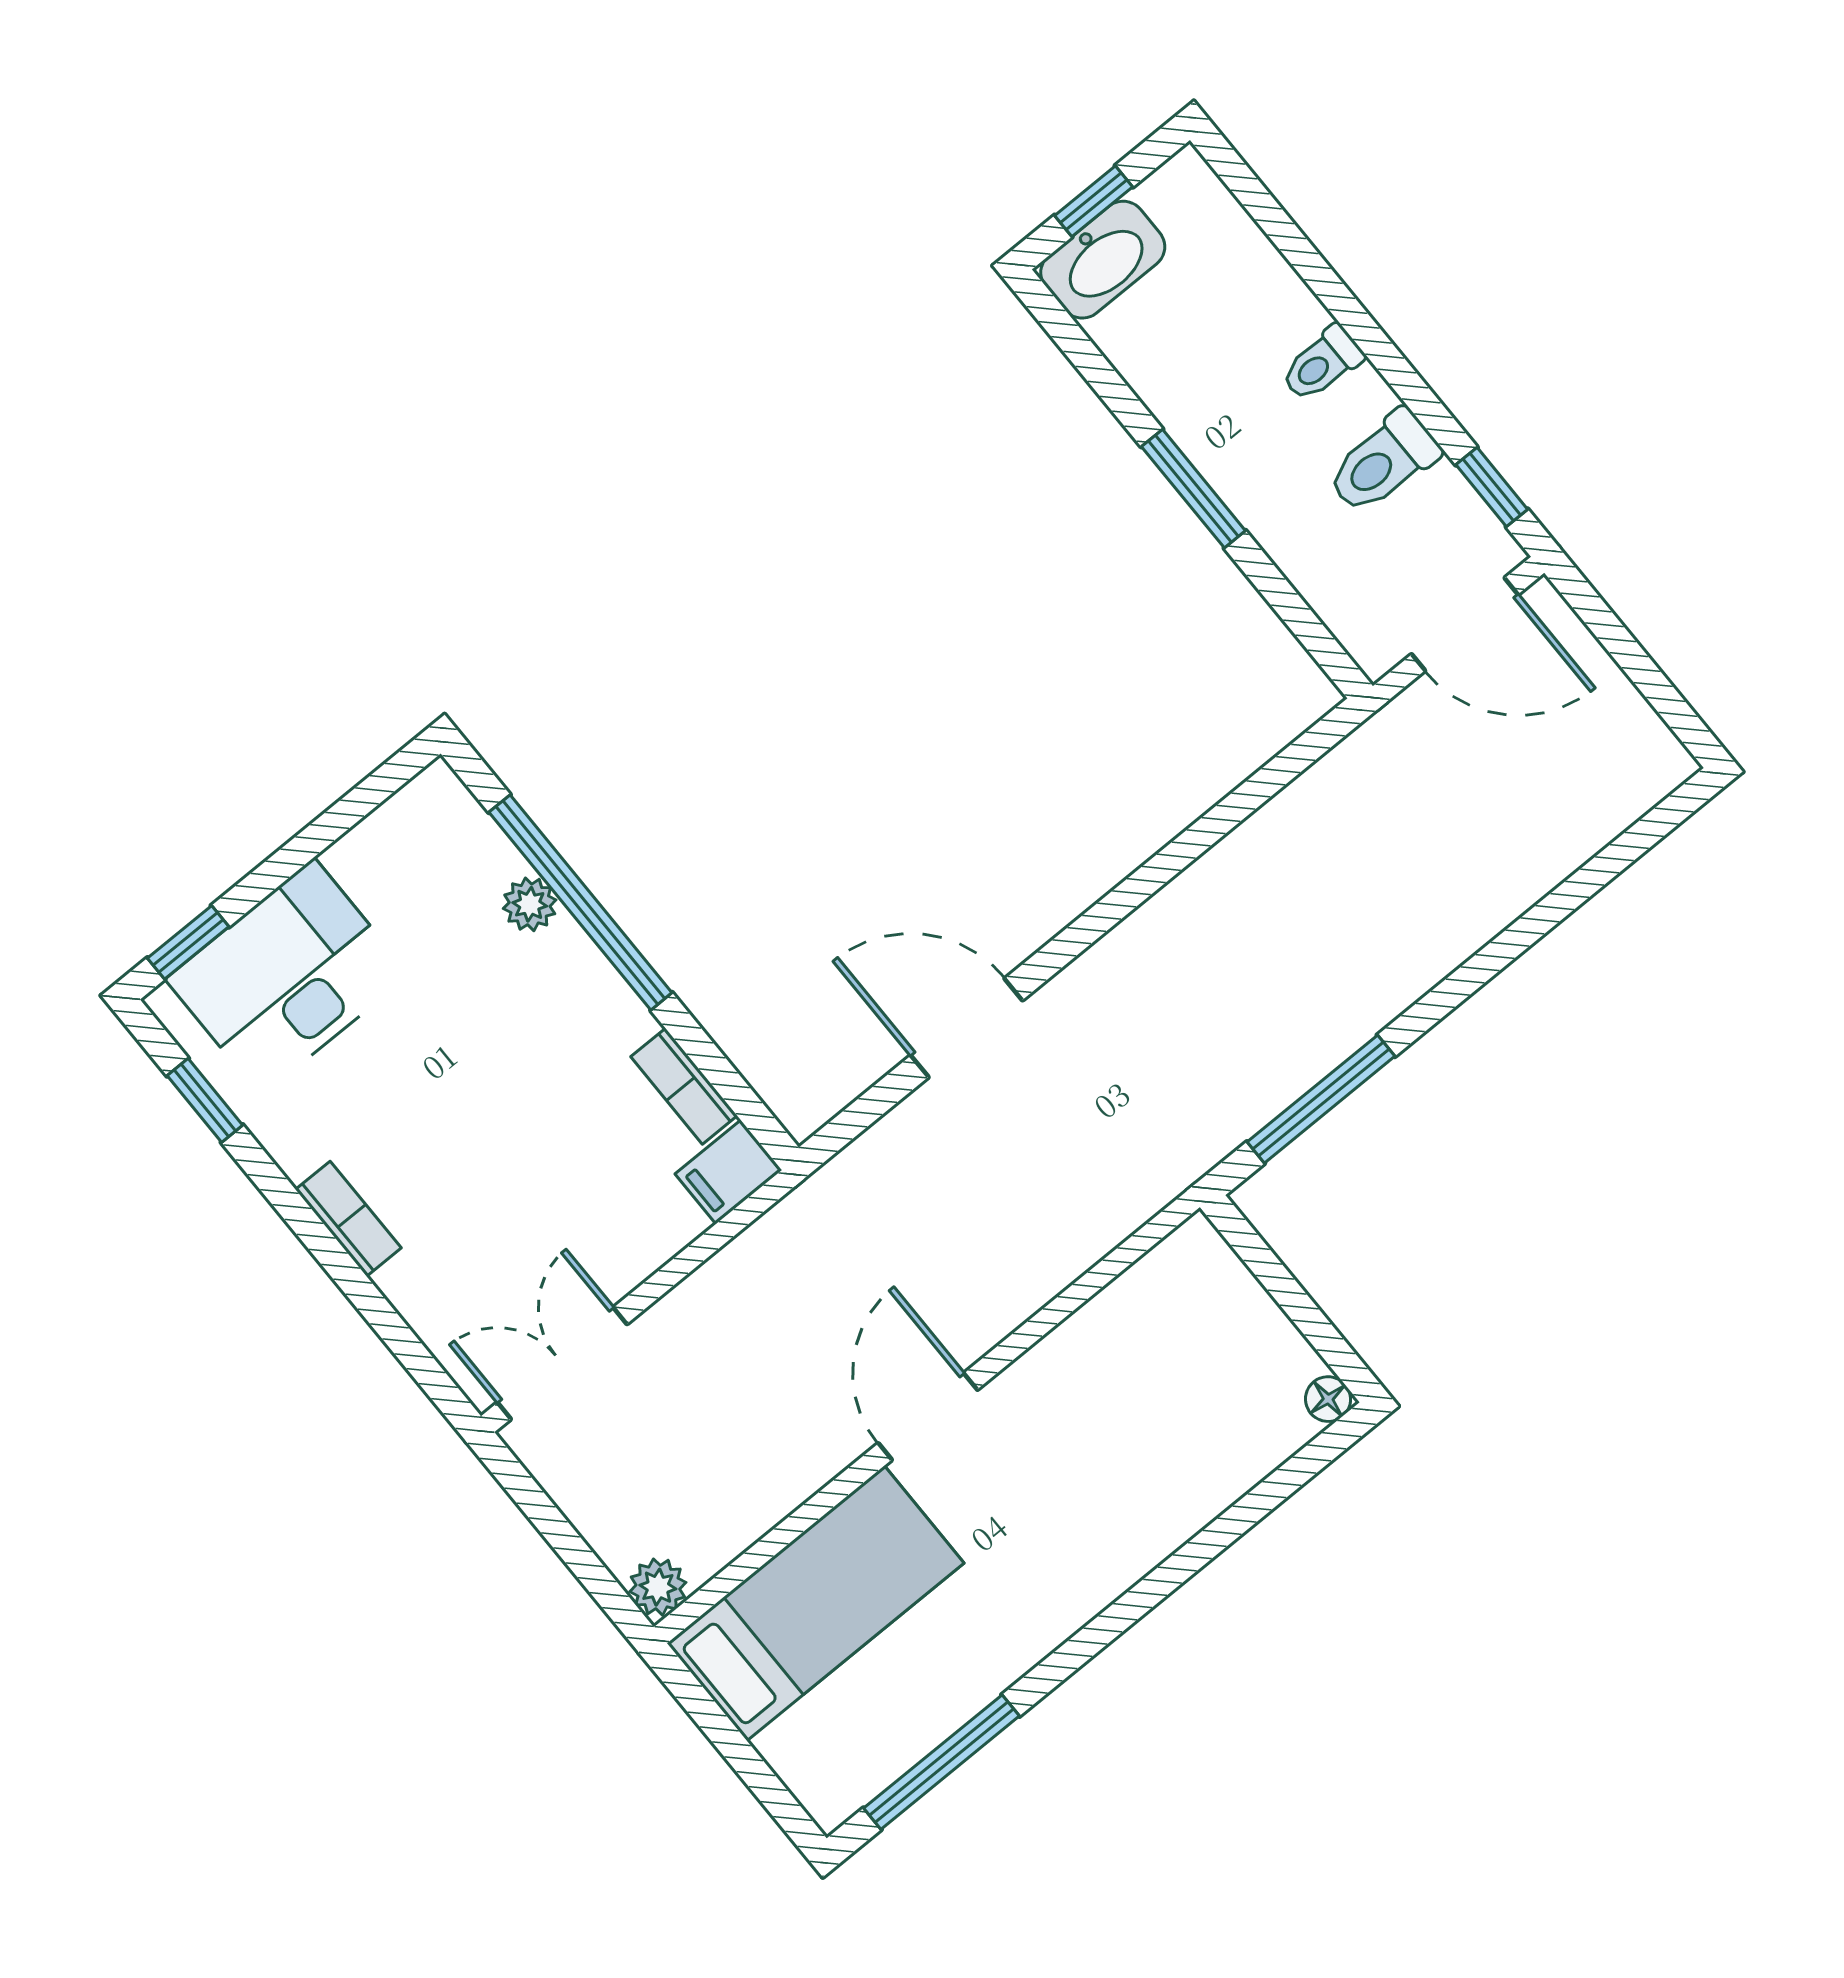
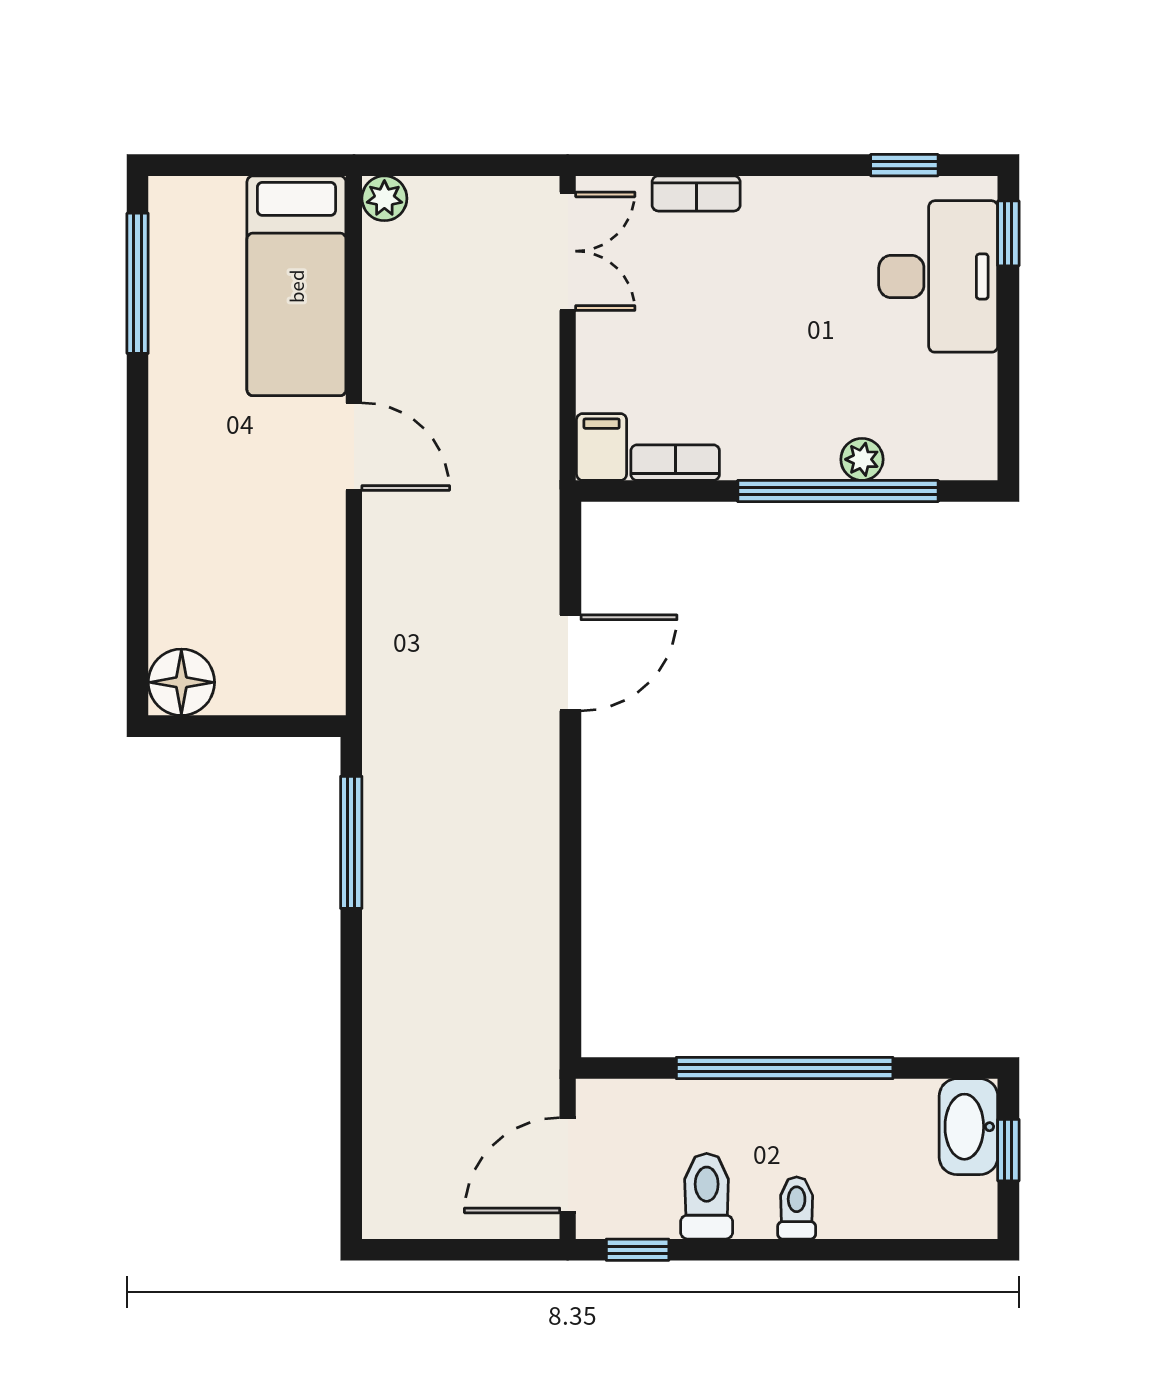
window: (1193, 489) -> (785, 1068), width x2.11
bookcase: (348, 1219) -> (696, 193), moved
floor lamp: (1328, 1399) -> (181, 682), width x1.89, depth x1.89

